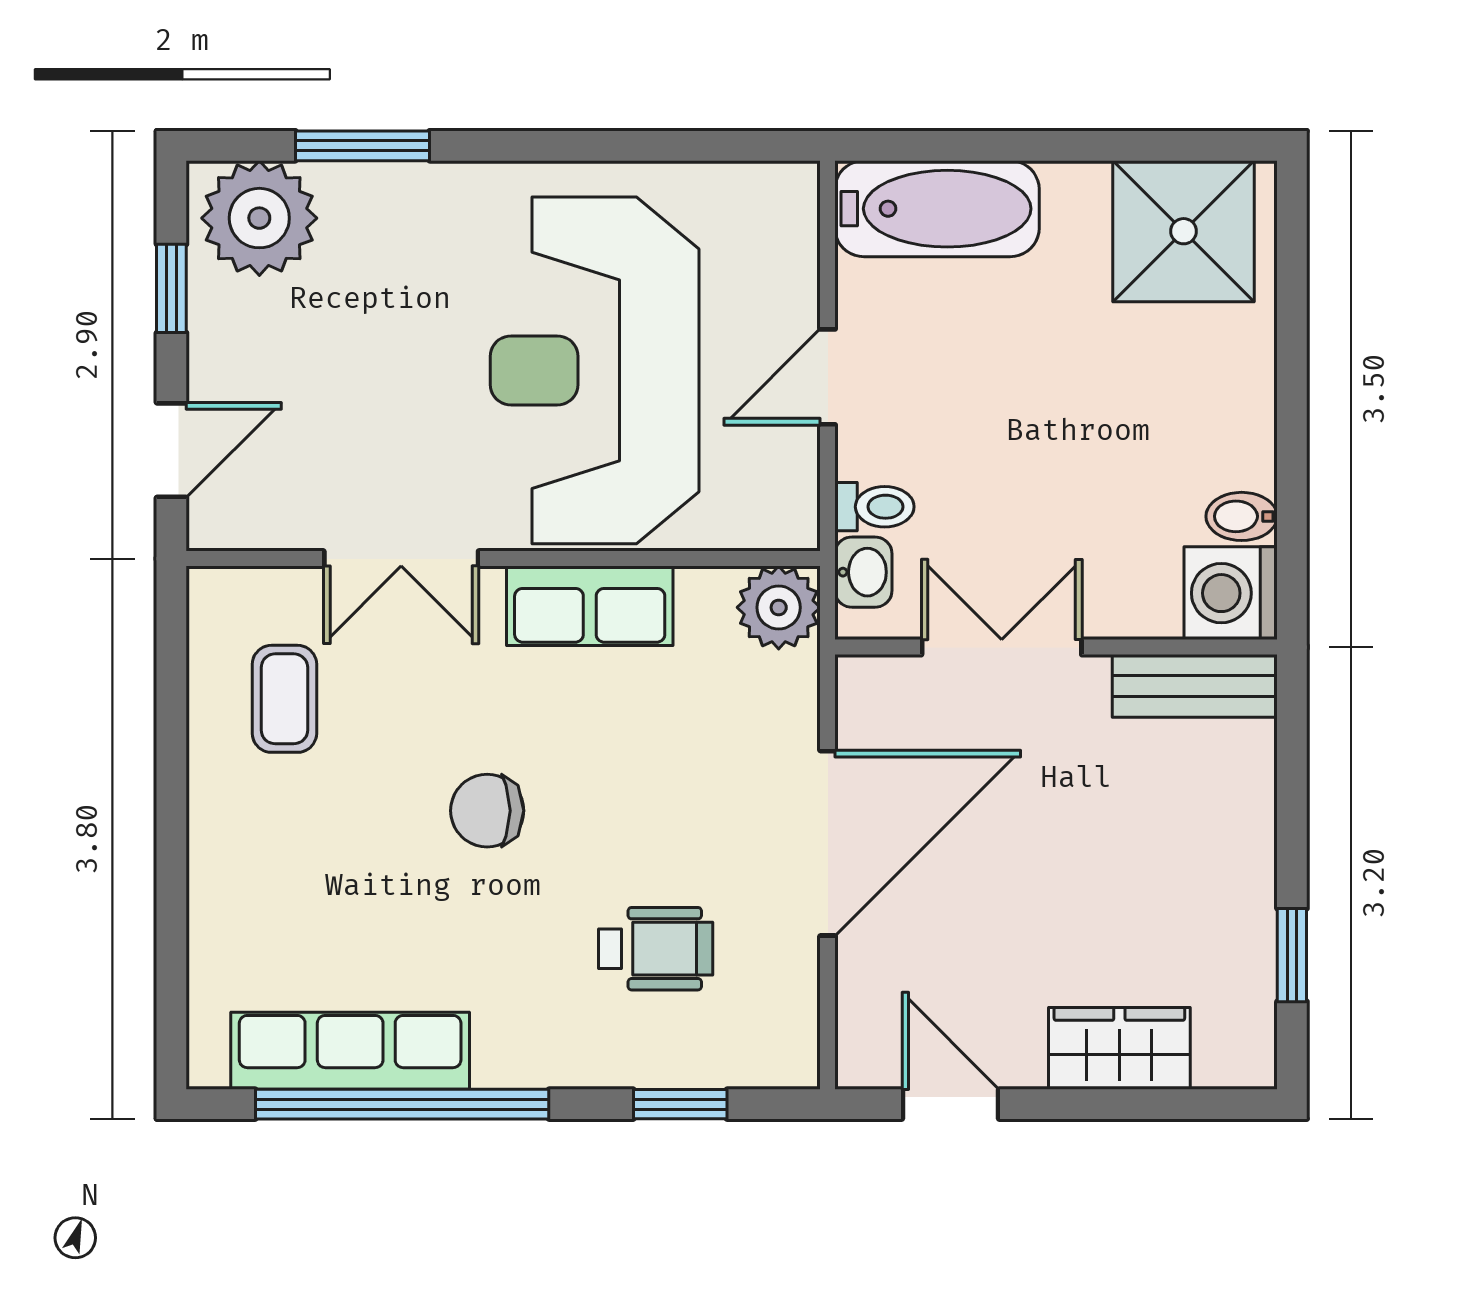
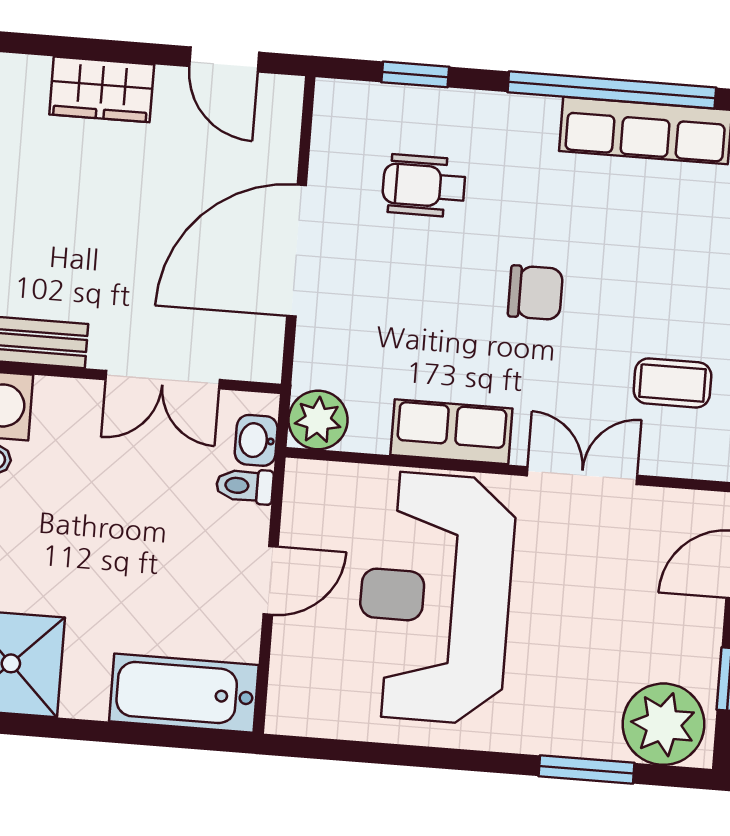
reception desk: (595, 370) -> (435, 598), turned 180
coffee table: (284, 699) -> (672, 383), turned 90

